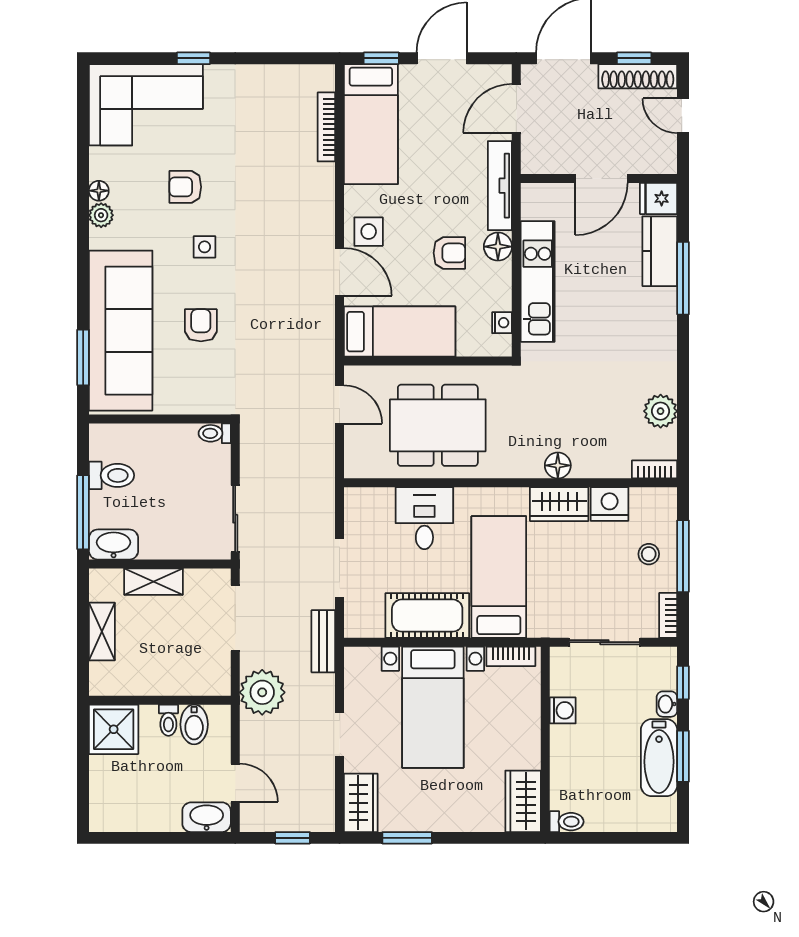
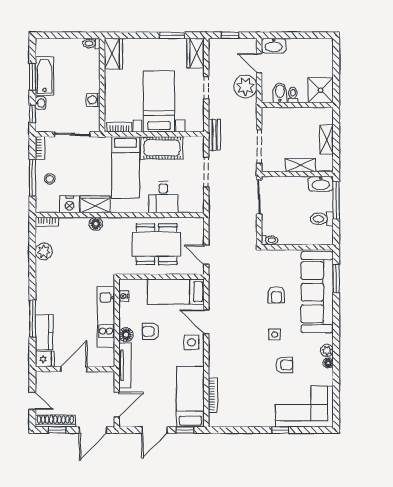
plant: (262, 692) -> (245, 86), moved

